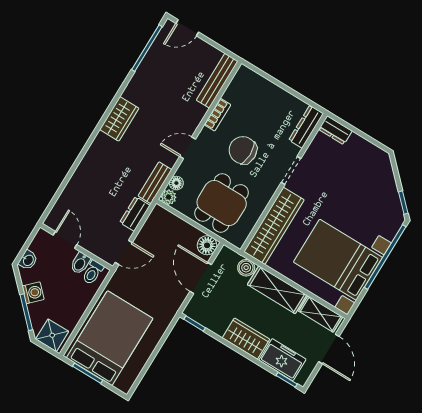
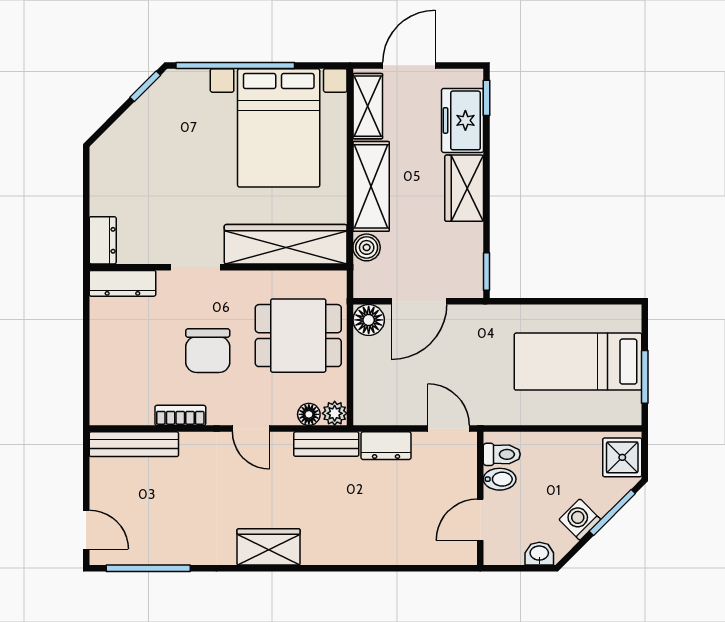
bed: (110, 338) -> (578, 362), width x0.67

